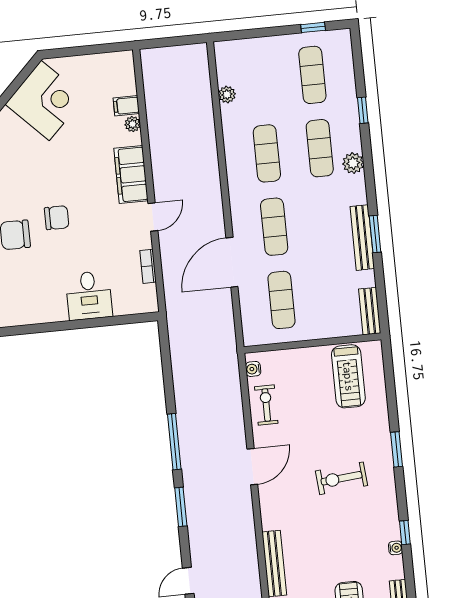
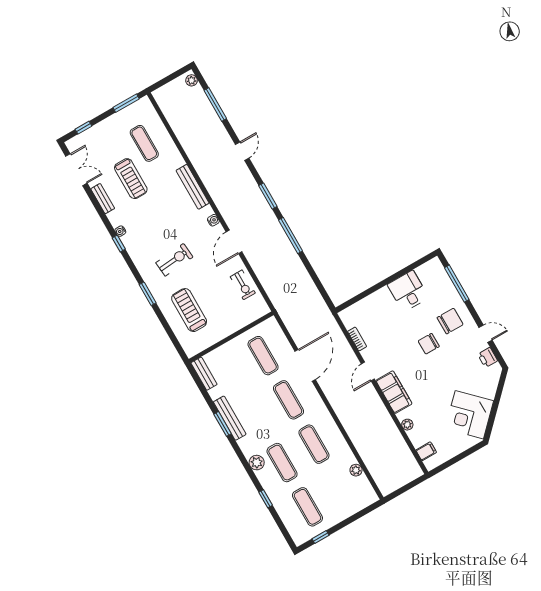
filing cabinet: (126, 106) -> (426, 451), moved
desk: (89, 295) -> (408, 291), moved
water cooler: (253, 369) -> (213, 220), moved
treadmill: (348, 376) -> (189, 310), moved

